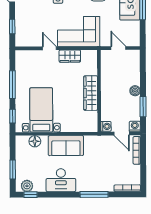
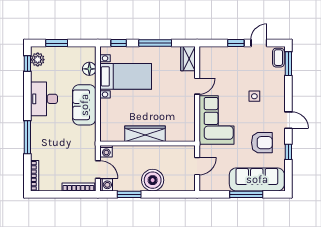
window: (12, 26) -> (236, 43), moved
wardrobe: (70, 56) -> (188, 59), moved
boiler: (135, 91) -> (153, 180), width x1.86, depth x1.86
door: (122, 134) -> (98, 169), swing flipped

